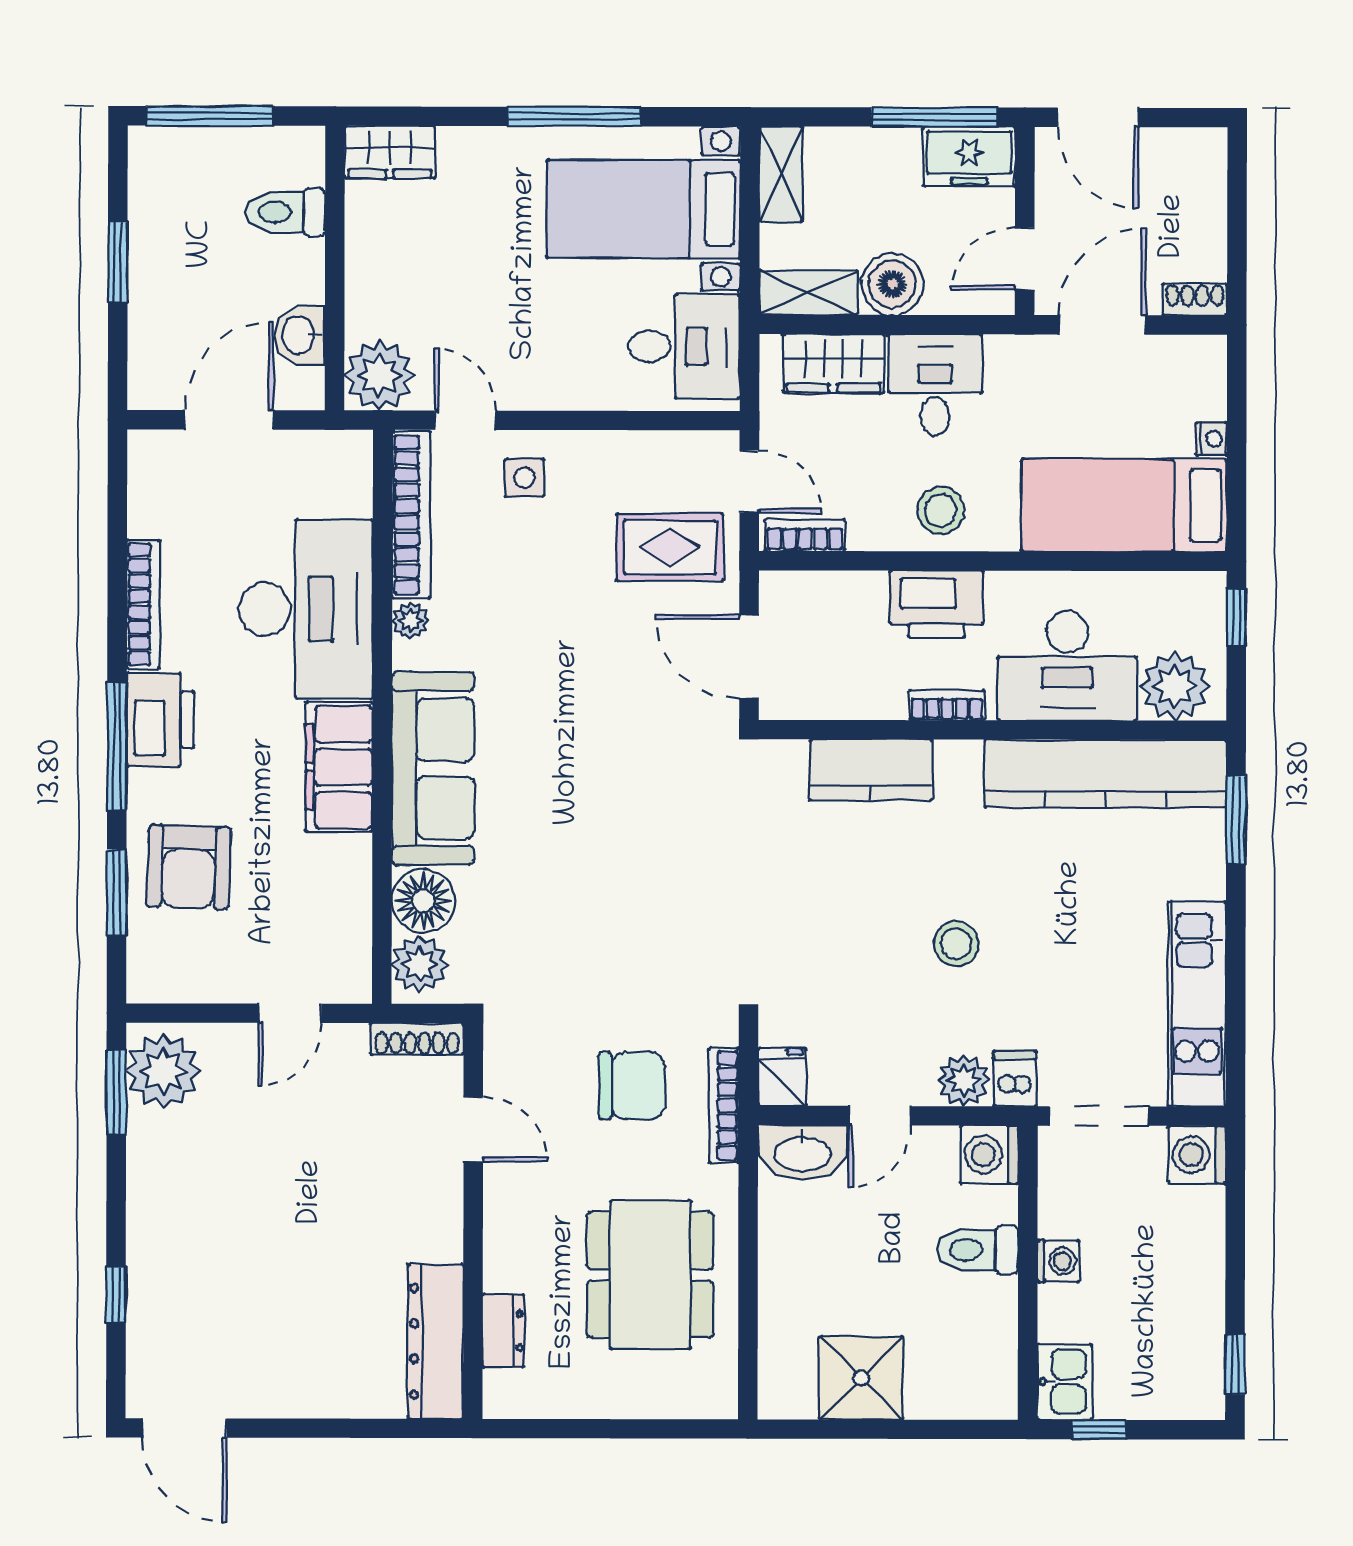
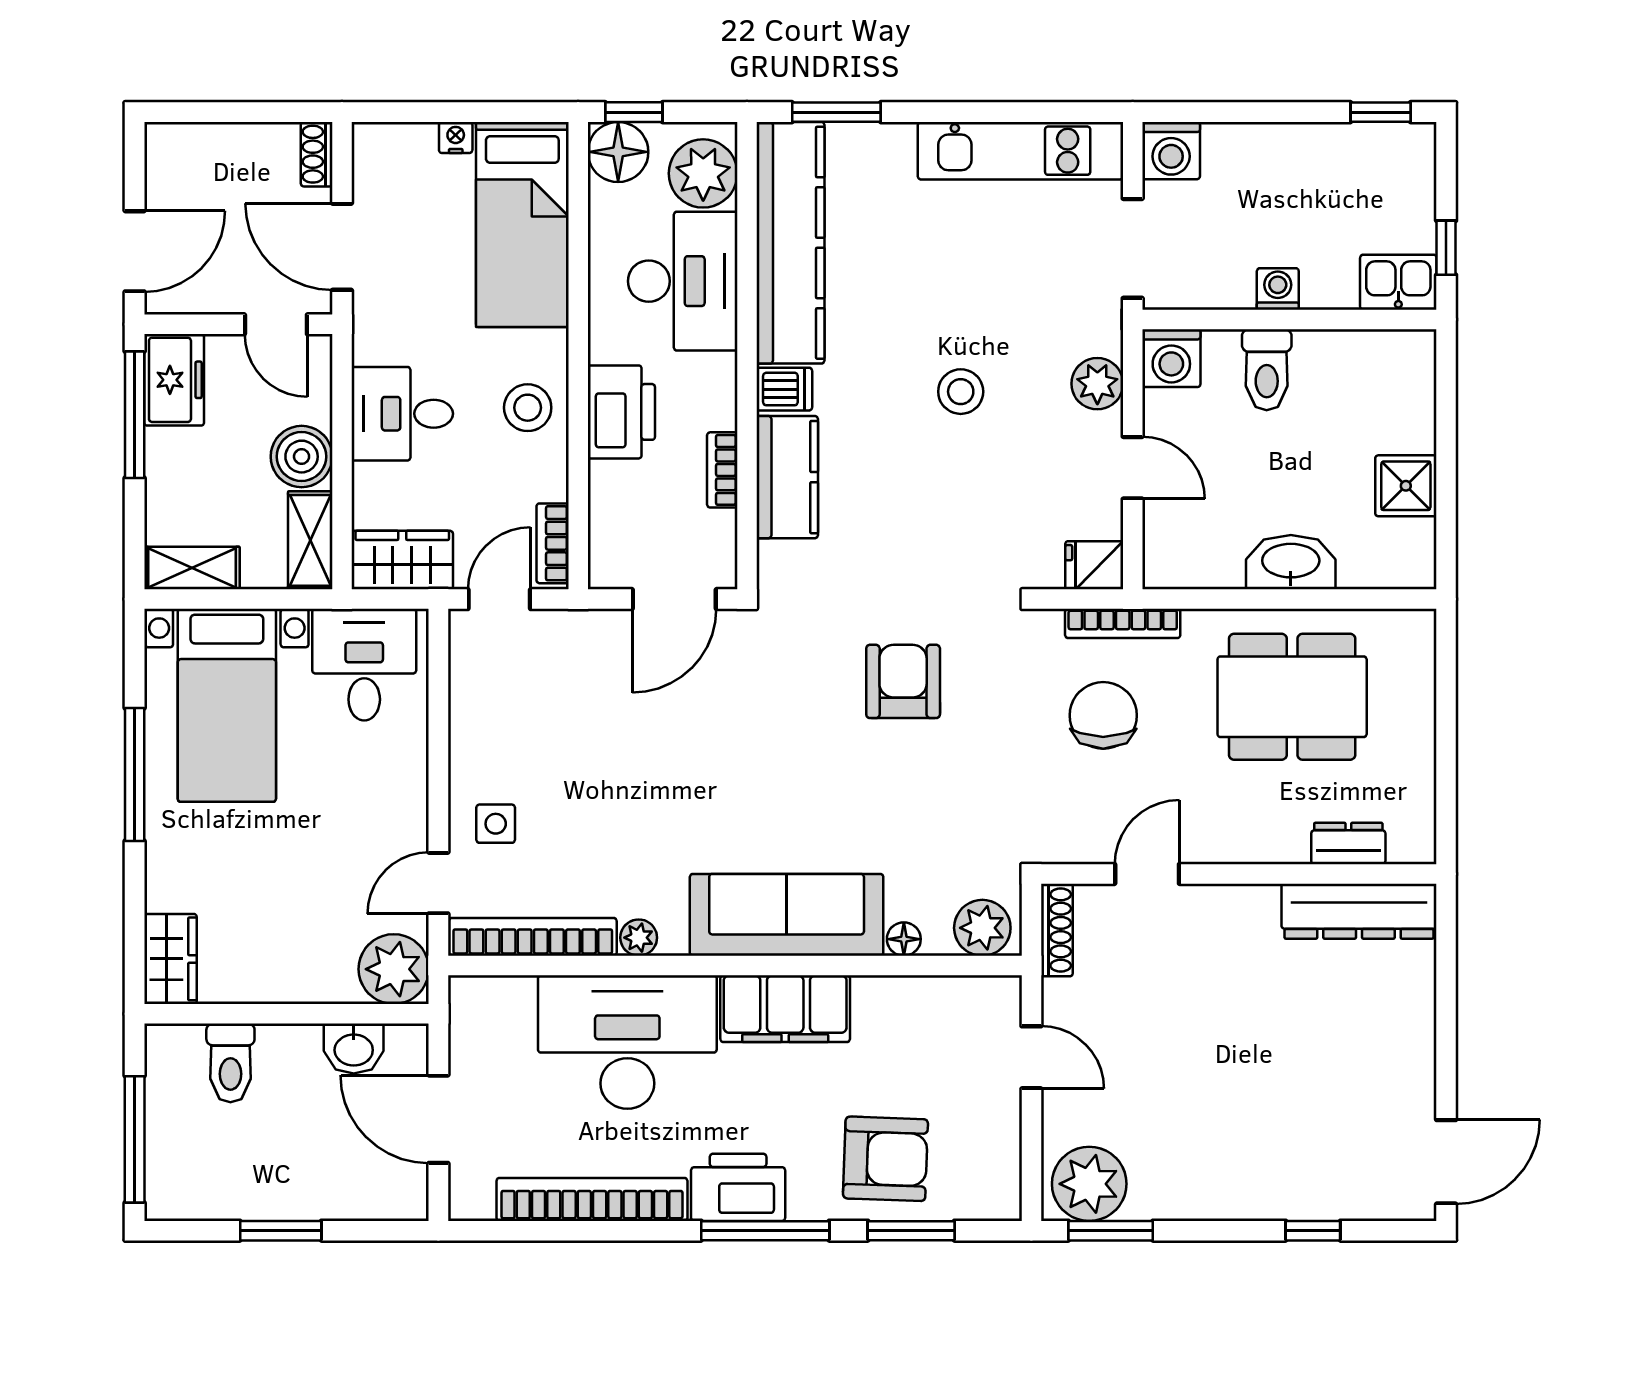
wardrobe: (834, 363) -> (402, 560), moved, turned -90
rug: (670, 547) -> (565, 678), removed
floor lamp: (1196, 601) -> (618, 152), added
bookcase: (143, 604) -> (592, 1199), width x1.48, depth x1.31
bookcase: (947, 705) -> (722, 470), moved
armchair: (666, 886) -> (903, 681), added
floor lamp: (423, 901) -> (904, 939), width x0.53, depth x0.53
dishwasher: (1015, 1078) -> (784, 389), moved, turned 180
washbasin: (802, 1152) -> (1291, 562), moved, turned -90
shower: (861, 1378) -> (1406, 486), width x0.73, depth x0.73

